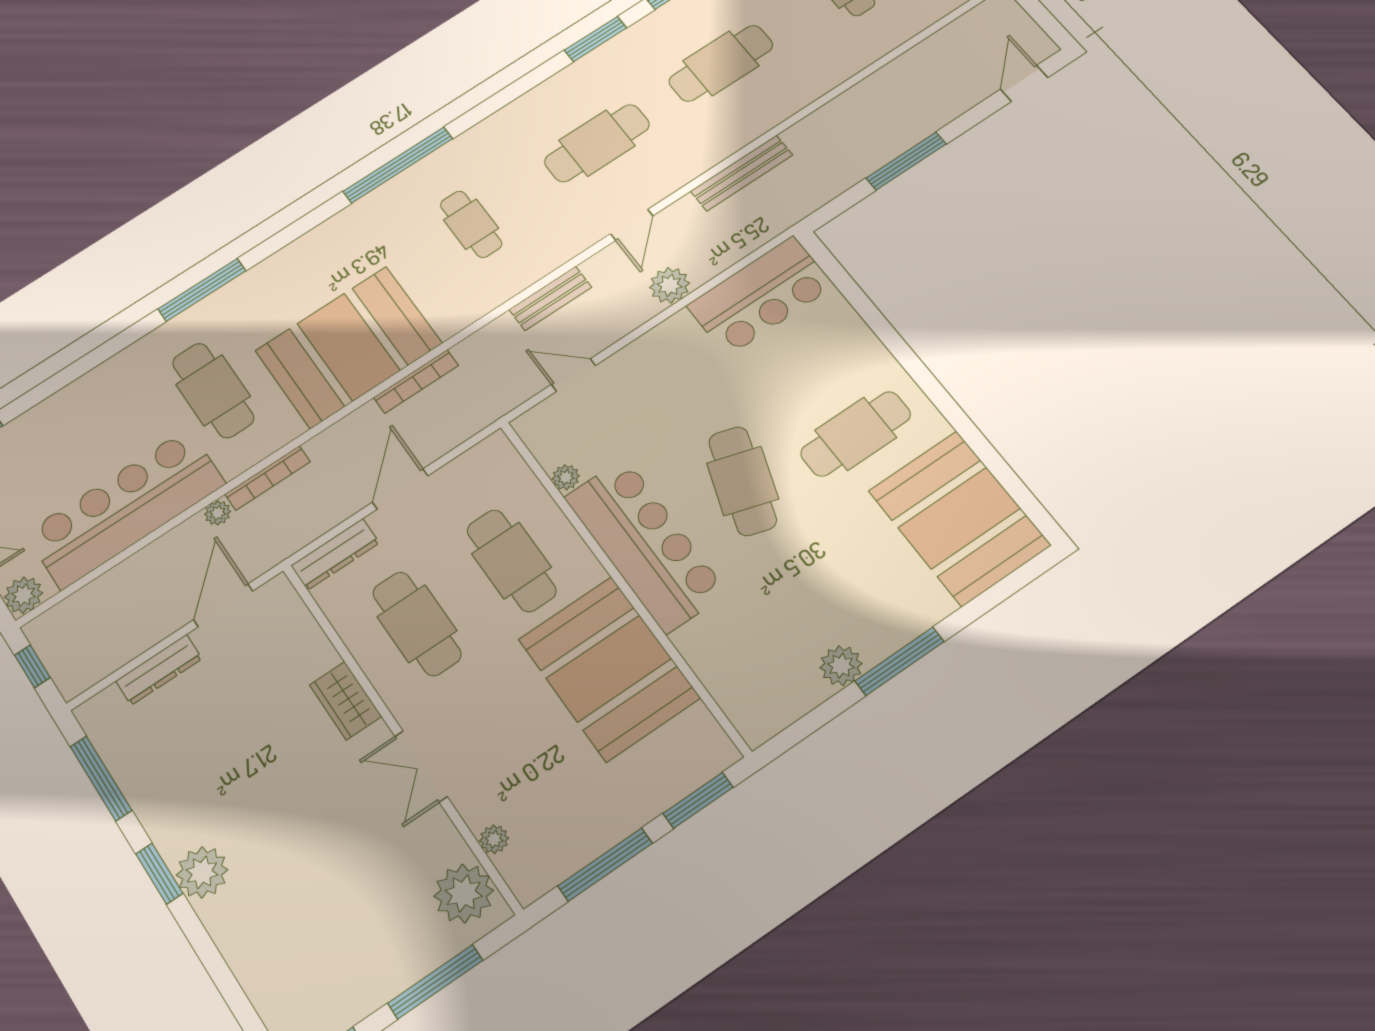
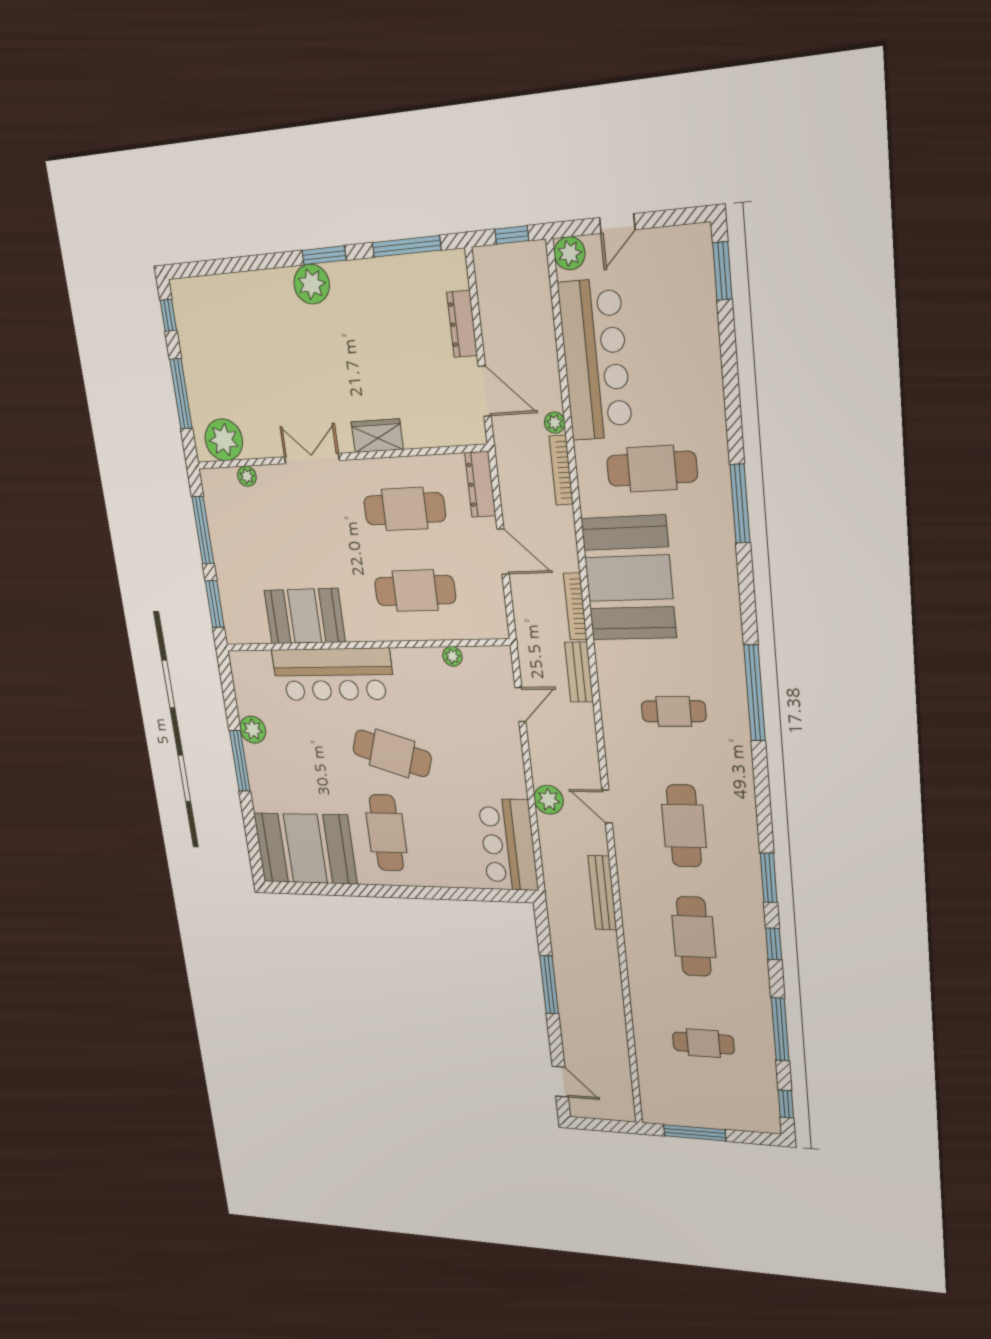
bench: (550, 298) -> (579, 672), moved
bar counter: (645, 545) -> (333, 674), moved
booth: (609, 669) -> (305, 616), width x0.73, depth x0.70

